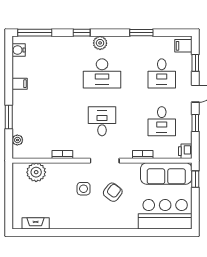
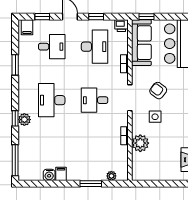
plant: (100, 43) -> (24, 120), moved
water cooler: (19, 50) -> (49, 175), moved
desk: (102, 73) -> (52, 100), turned 180
desk: (162, 121) -> (95, 47), width x1.37
plant: (36, 172) -> (140, 143), moved

